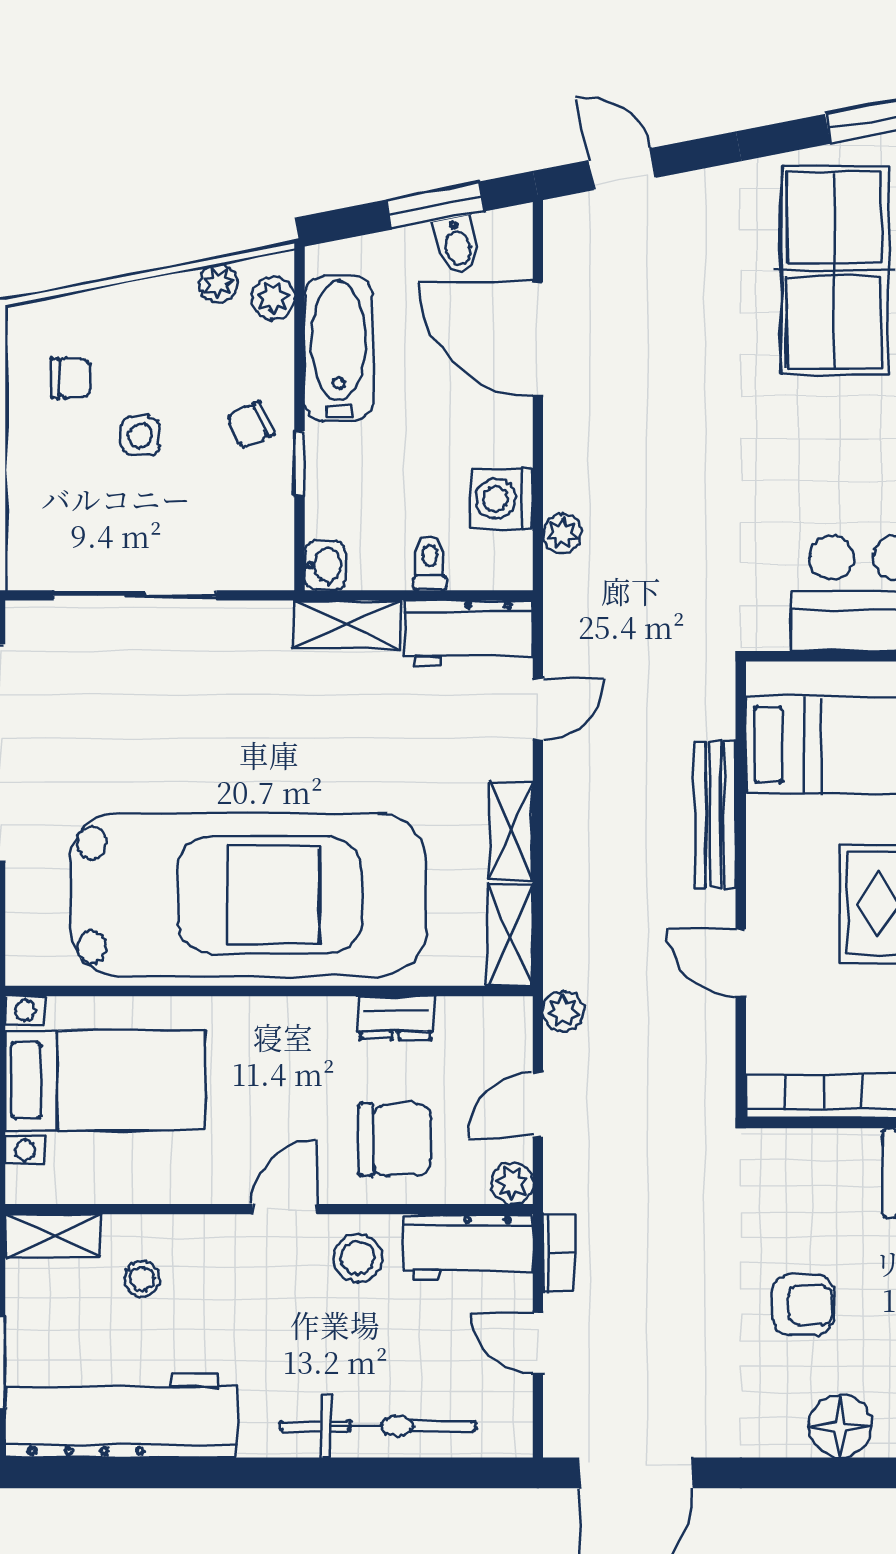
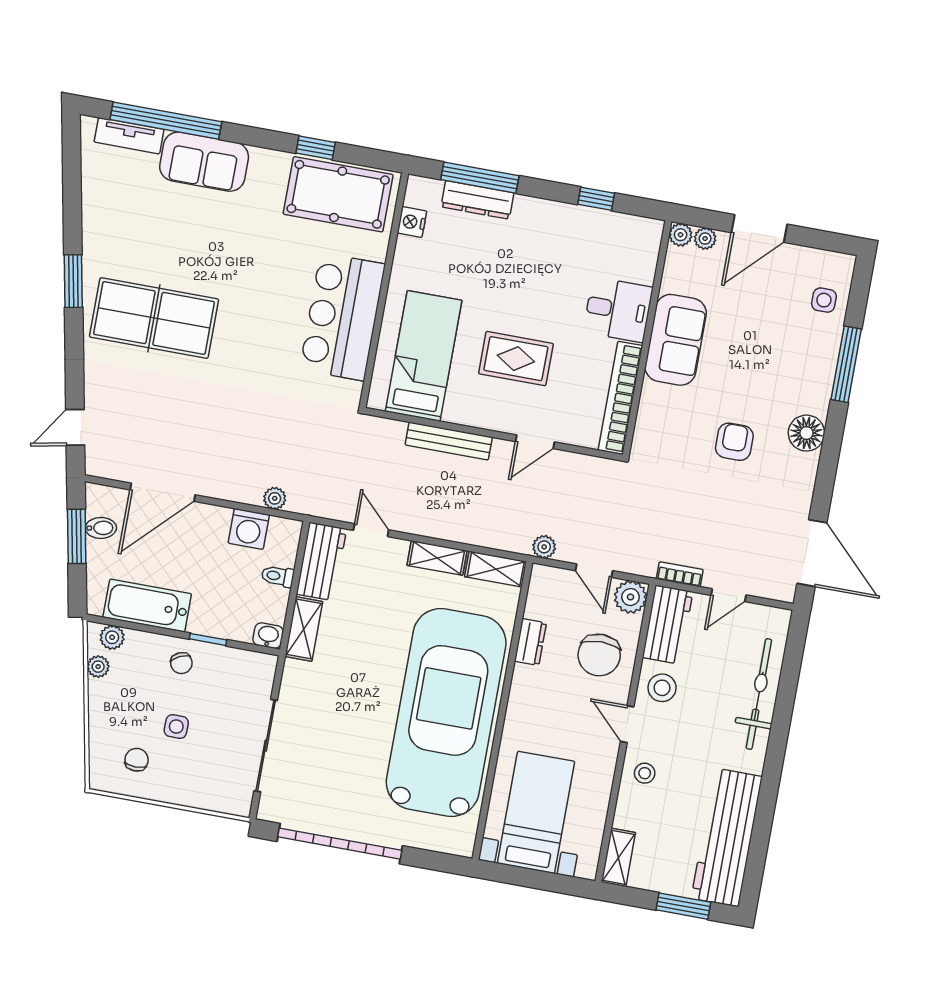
chair: (395, 1140) -> (599, 655), turned 180
plant: (512, 1183) -> (630, 597), width x1.38, depth x1.38
stool: (142, 1279) -> (645, 773), moved

